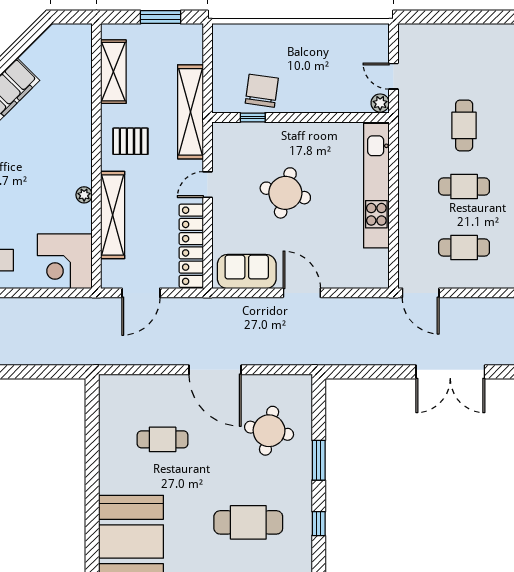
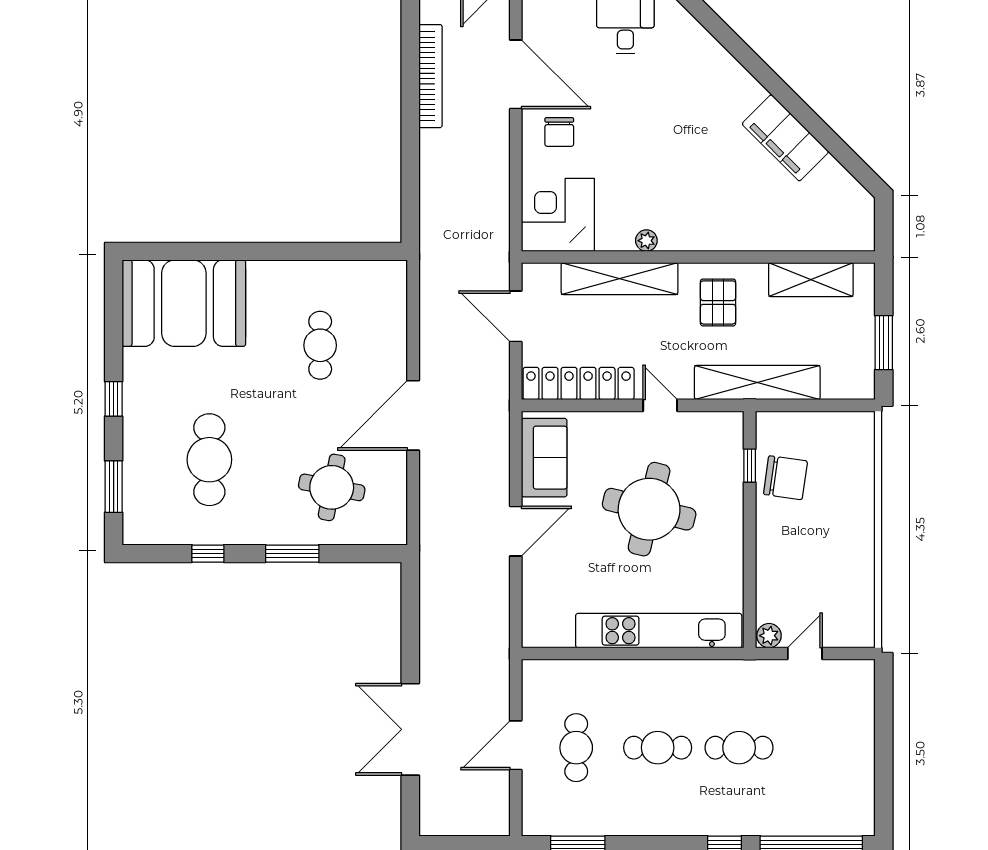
cafe table: (464, 186) -> (658, 748), turned 90
round table: (285, 193) -> (649, 509), width x1.36, depth x1.36
door: (421, 293) -> (516, 745), moved

